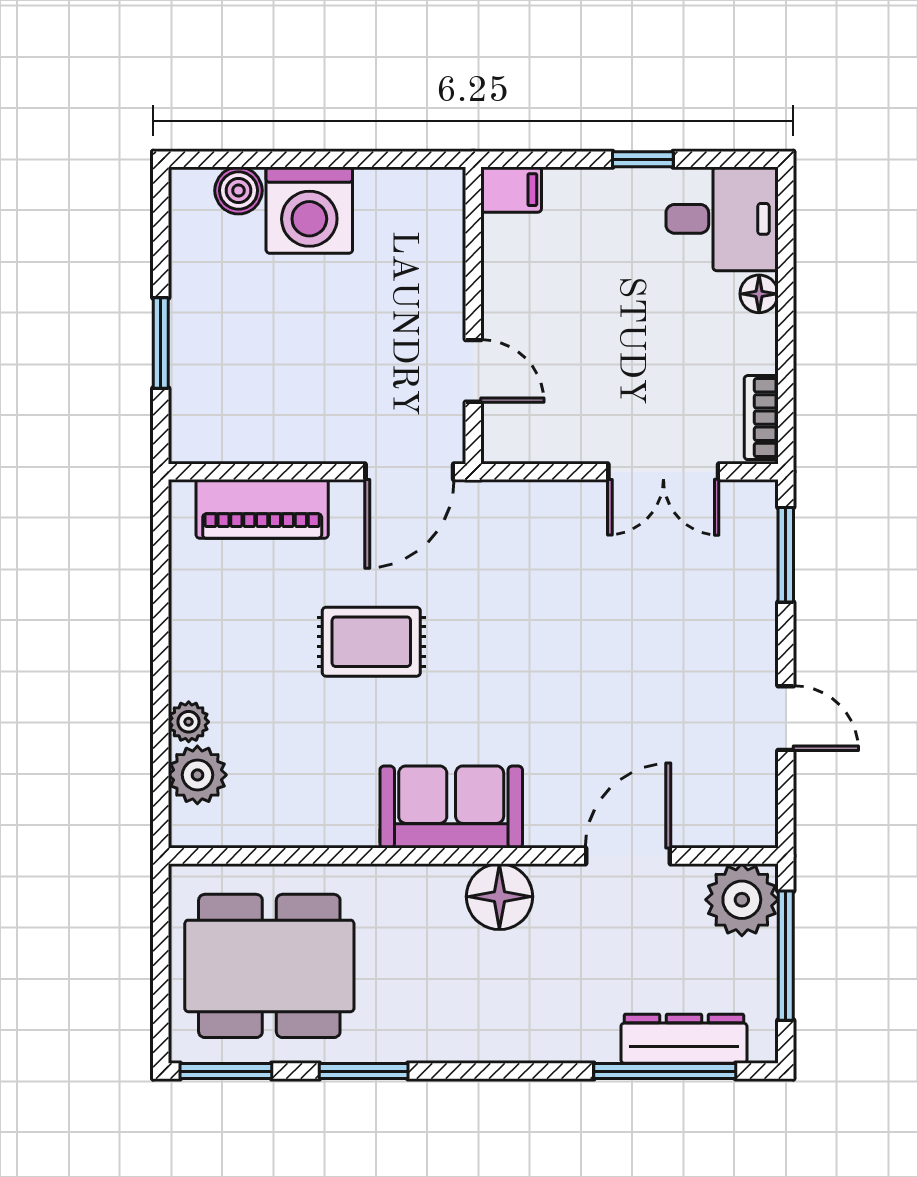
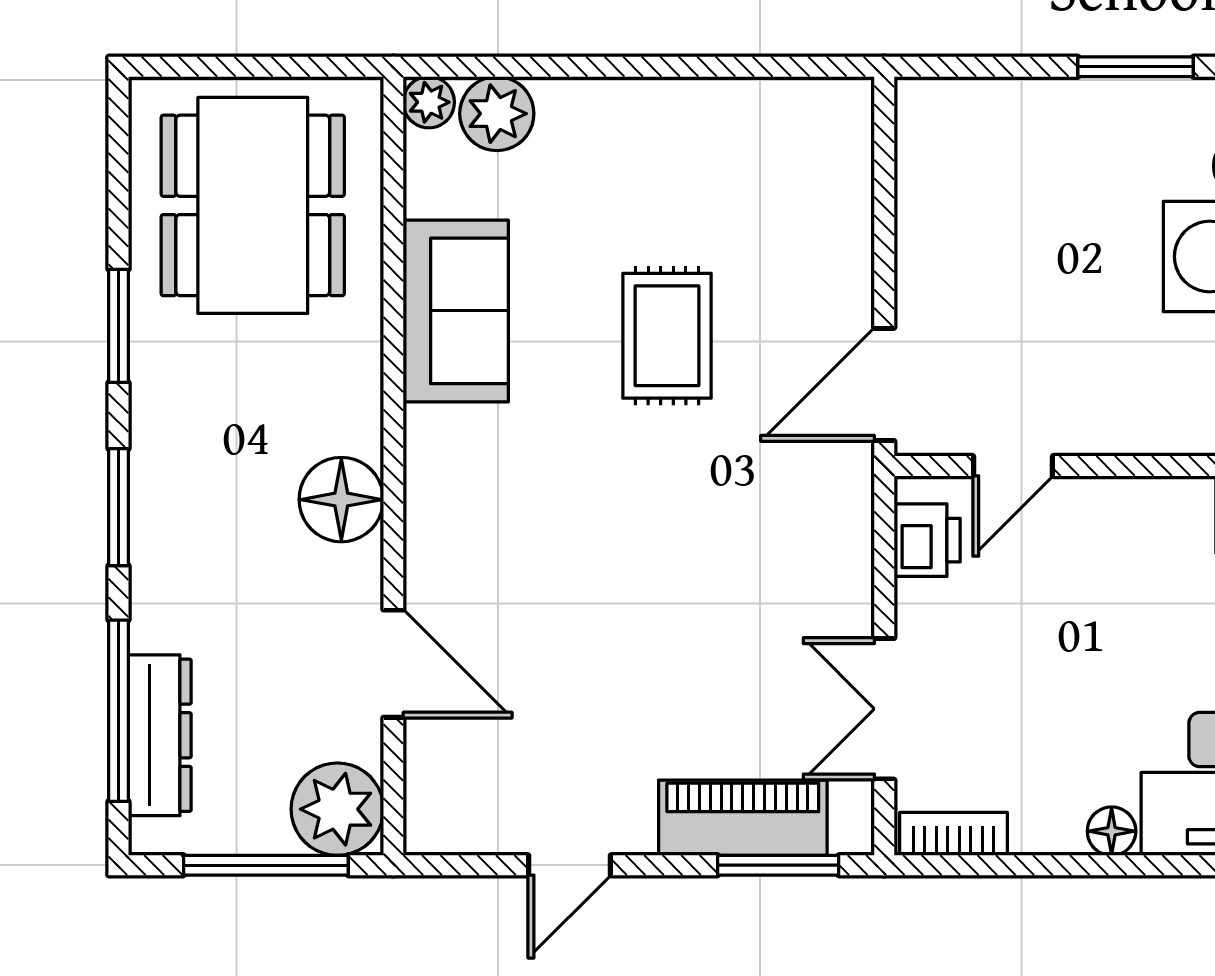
window: (161, 343) -> (1136, 67), moved
printer: (531, 438) -> (927, 540), added
door: (409, 472) -> (884, 384), hinge flipped
piano: (262, 509) -> (743, 818), moved, turned 90
plant: (189, 722) -> (429, 102), moved
sofa: (451, 807) -> (456, 311), moved
window: (226, 1071) -> (118, 507), moved

